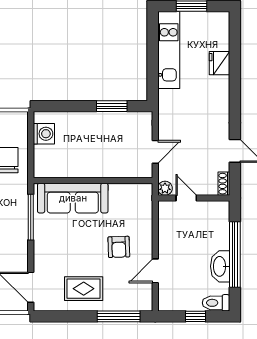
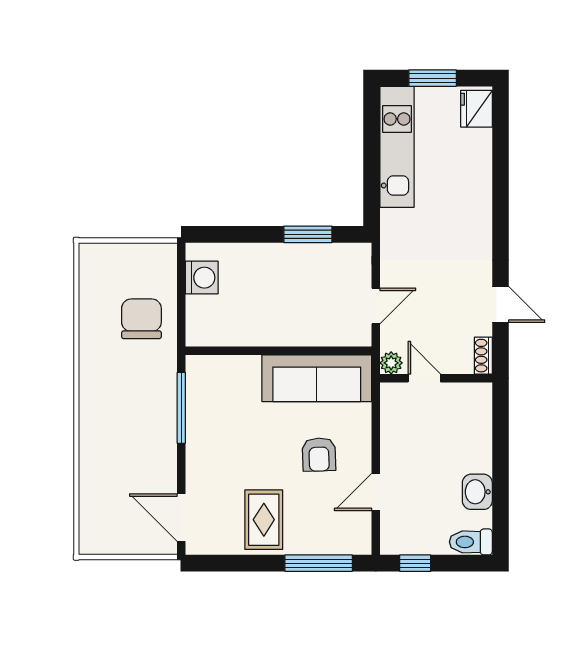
fridge: (220, 63) -> (476, 109), moved
sofa: (73, 198) -> (317, 378), moved
window: (235, 255) -> (501, 466), removed
washbasin: (220, 266) -> (477, 492), width x0.72
rug: (84, 289) -> (264, 520), turned 90
window: (196, 316) -> (415, 563), moved

